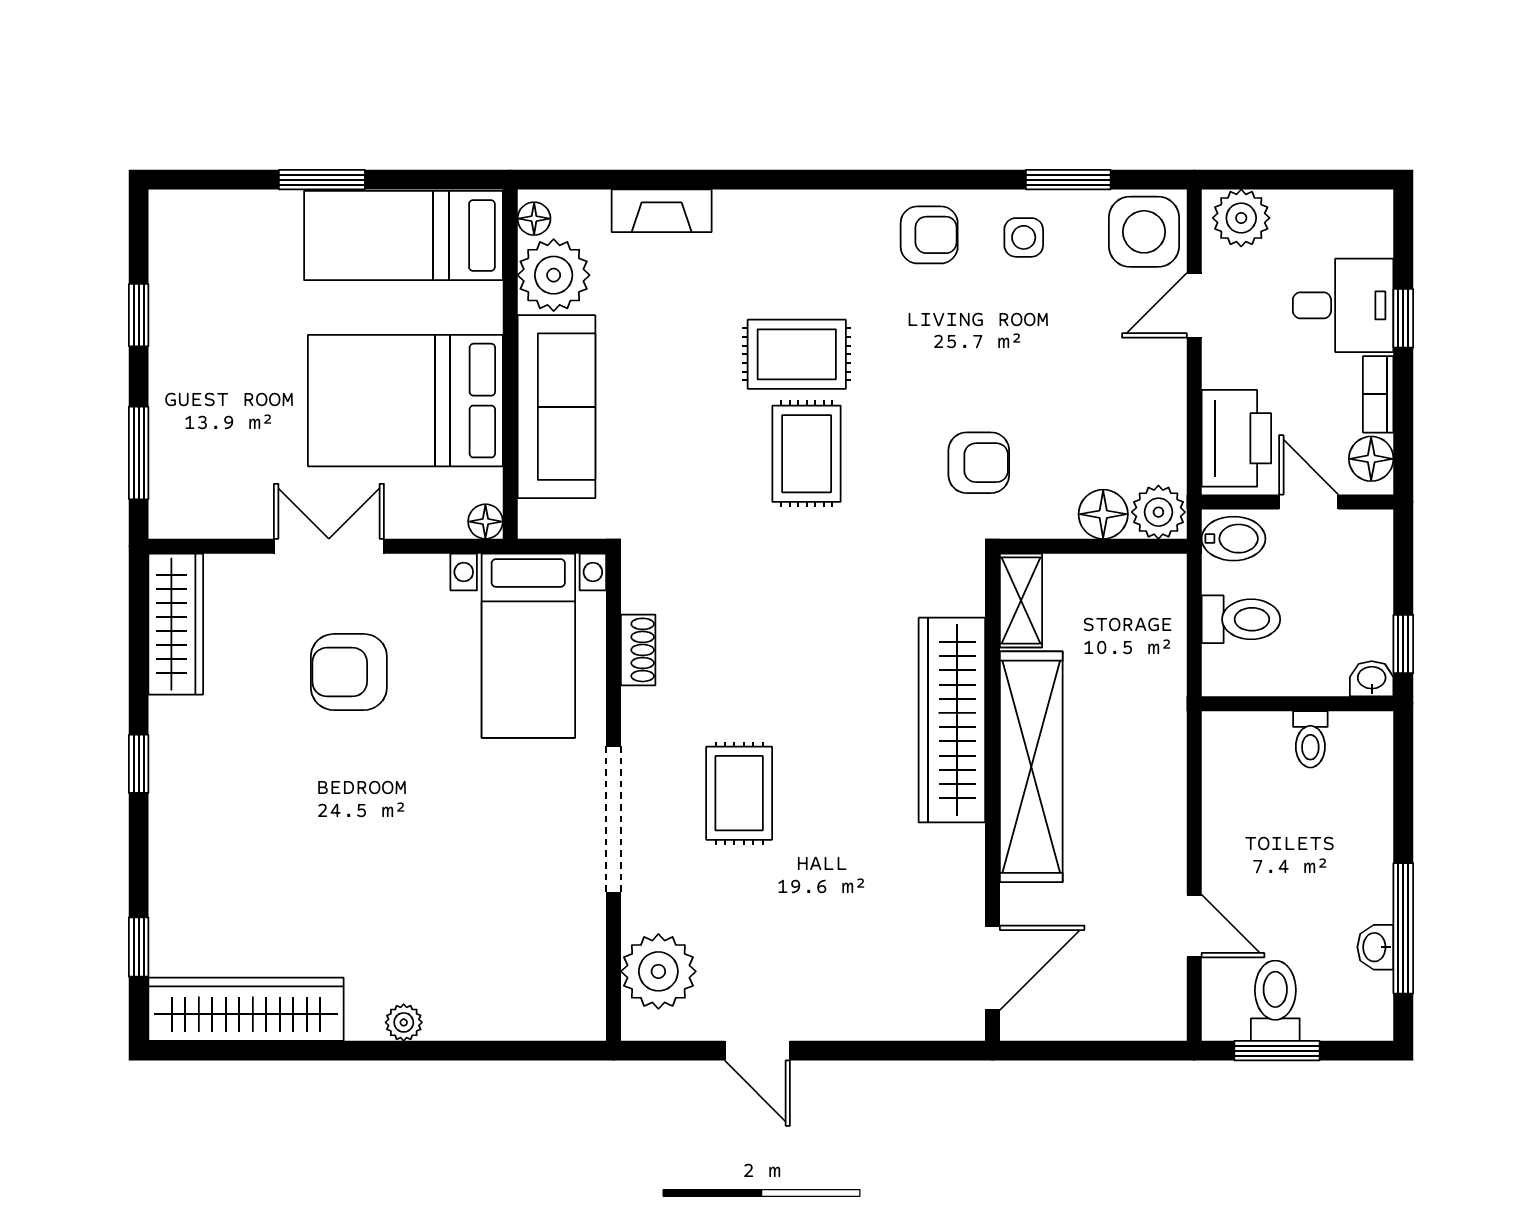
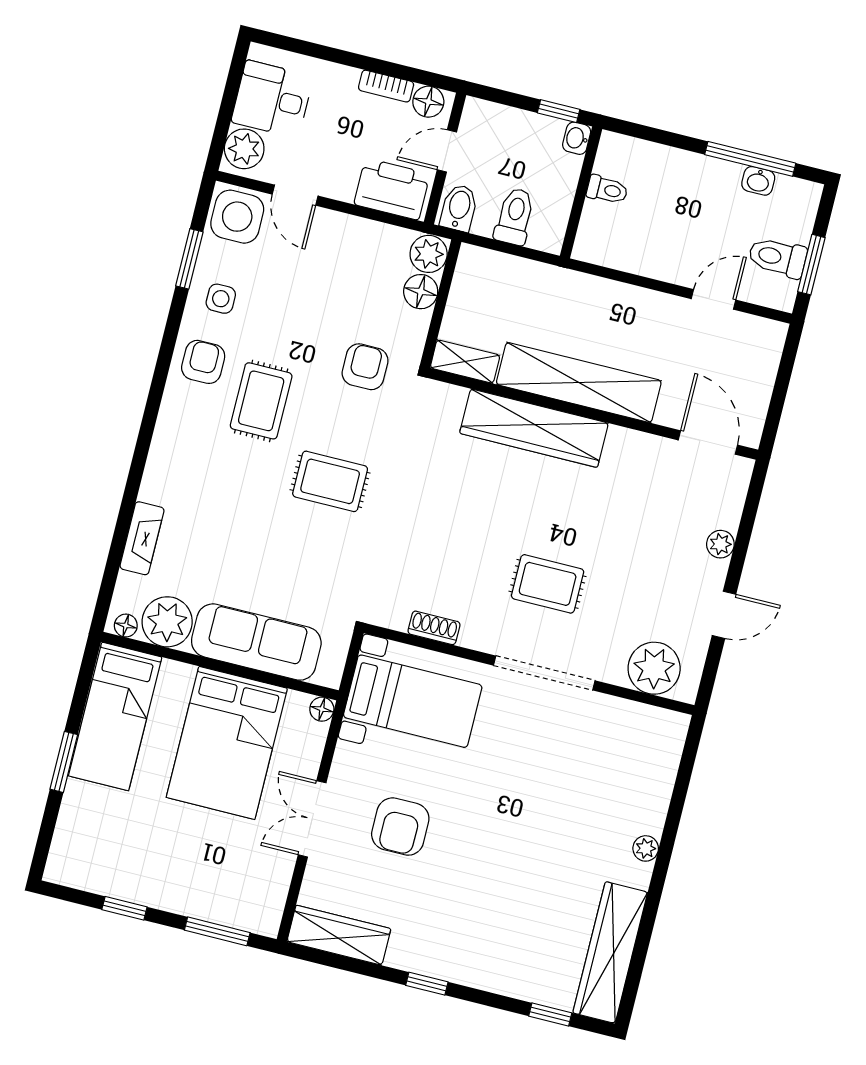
desk: (1343, 305) -> (272, 99), moved, turned -90
window: (1403, 318) -> (339, 56), removed
rug: (797, 354) -> (261, 401), moved
plant: (855, 1021) -> (720, 544), added

